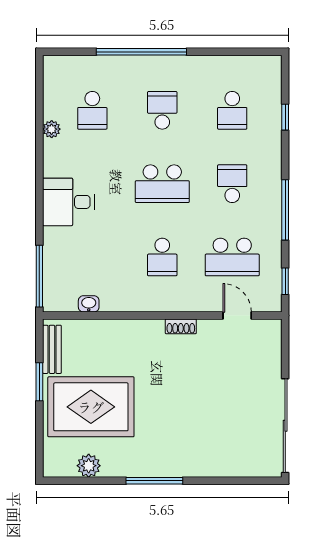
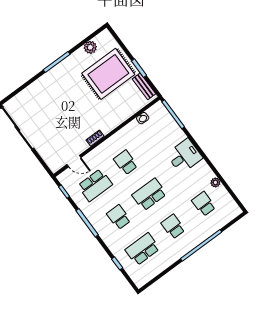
school desk: (162, 110) -> (173, 227), turned 180
school desk: (232, 110) -> (142, 249), width x1.85
school desk: (232, 184) -> (119, 217), turned 180
school desk: (232, 257) -> (95, 185), turned 180

